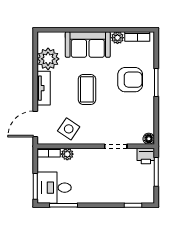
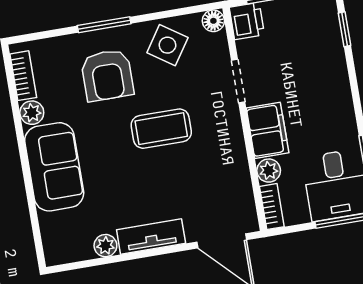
plant: (48, 59) -> (105, 246), width x0.53, depth x0.53
armchair: (130, 80) -> (107, 75), turned 180
coffee table: (87, 89) -> (161, 129), moved
side table: (69, 129) -> (167, 45), moved
filing cabinet: (88, 157) -> (267, 130), added

